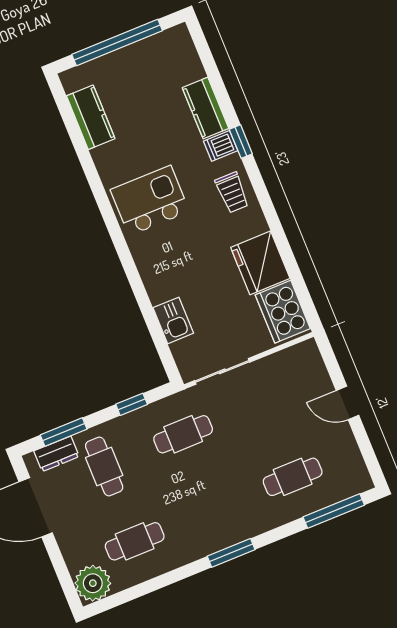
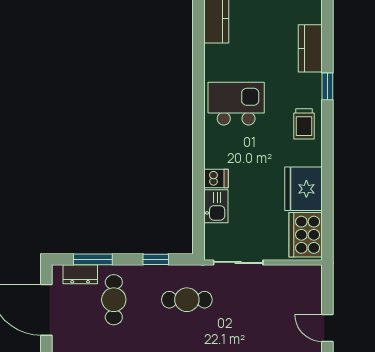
dishwasher: (221, 146) -> (216, 178), moved, turned 180

